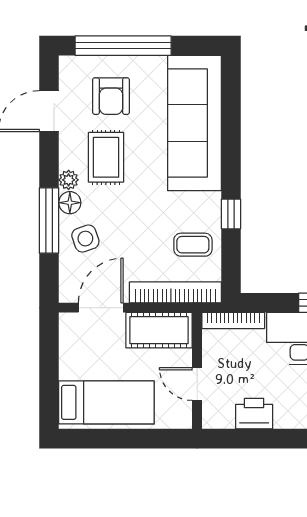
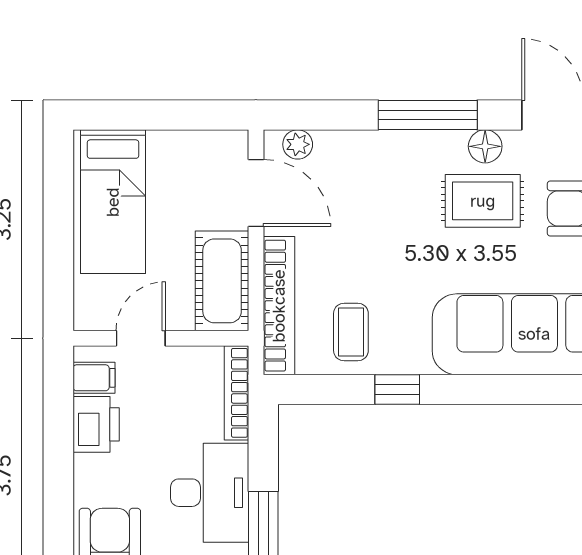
plant: (69, 180) -> (298, 144), moved
floor lamp: (70, 203) -> (485, 146), moved
window: (49, 221) -> (428, 115), moved
side table: (85, 239) -> (360, 170), removed
filing cabinet: (223, 415) -> (94, 378), added

